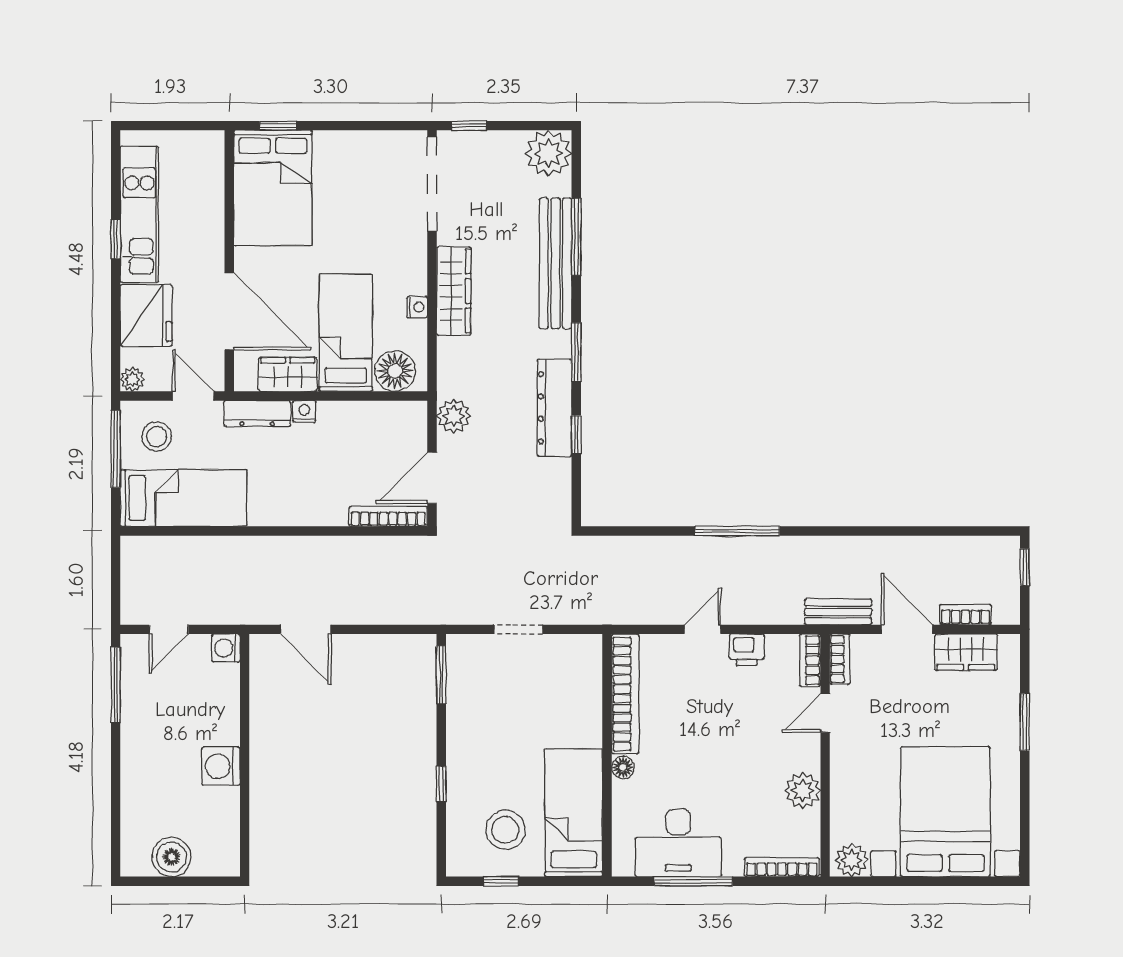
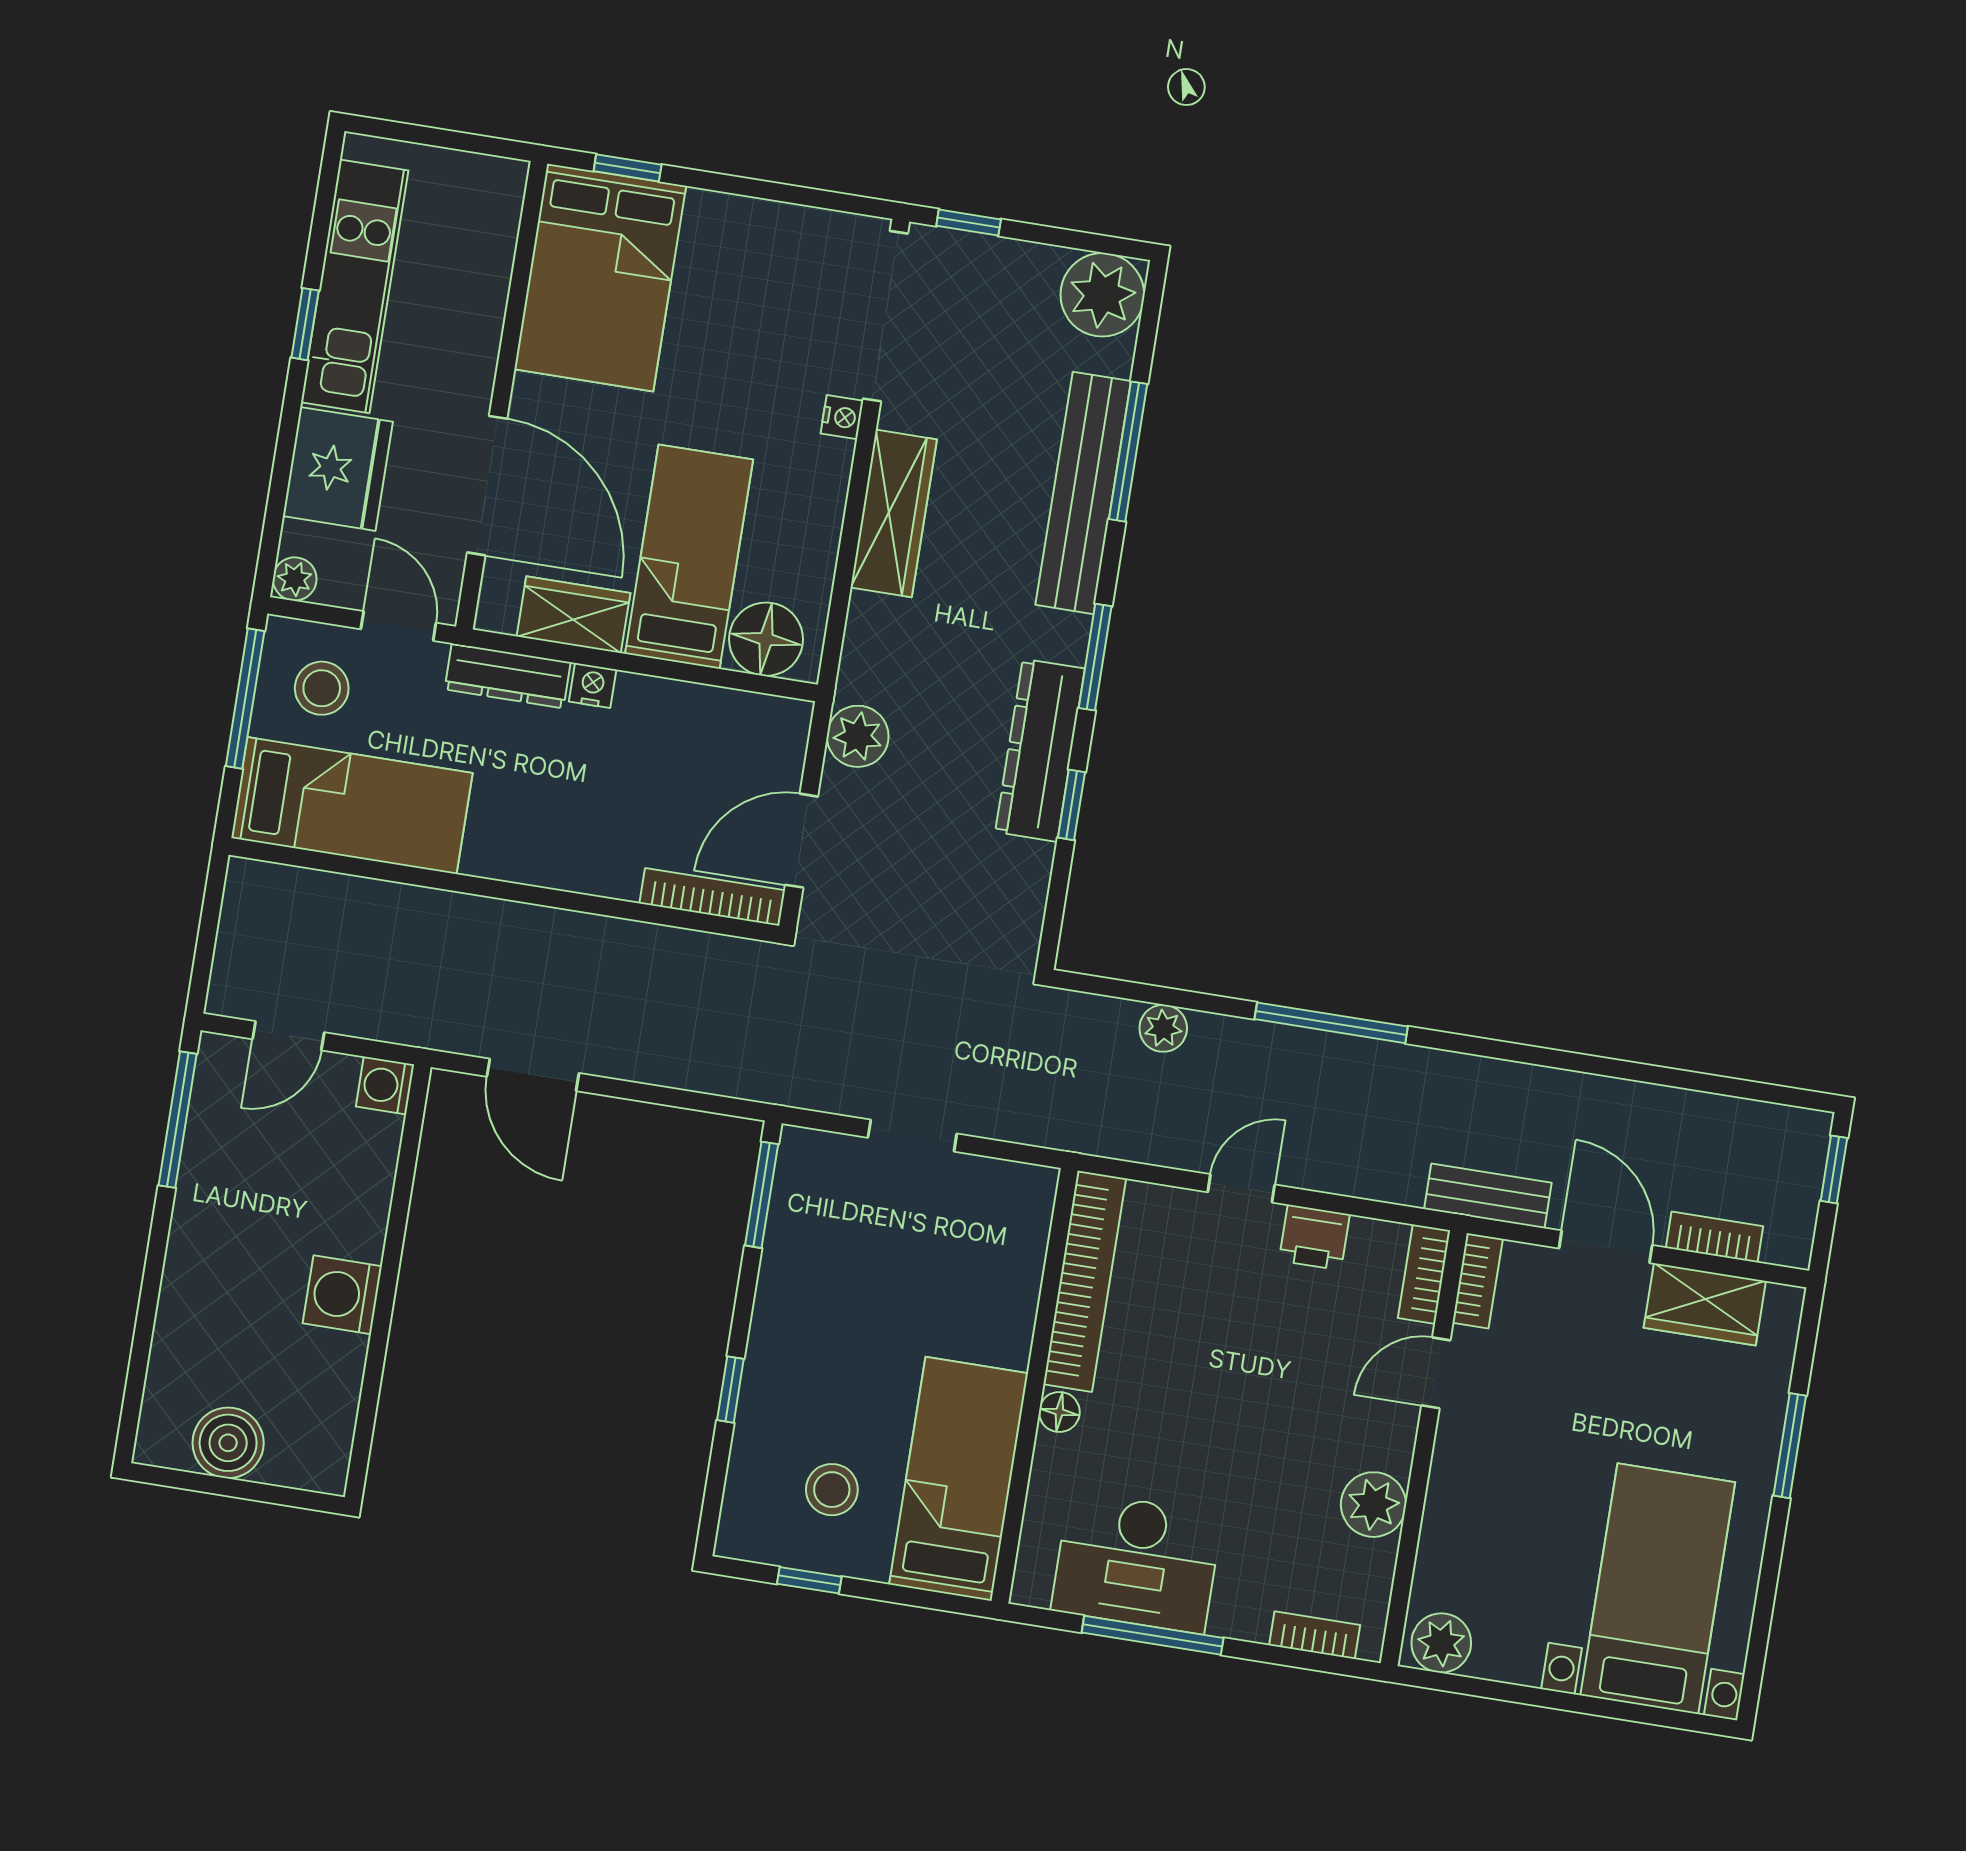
nightstand: (417, 307) -> (842, 417), moved
plant: (646, 549) -> (1163, 1028), added
bed with nightstands: (945, 812) -> (1658, 1589), width x0.73
stool: (505, 830) -> (832, 1490), width x0.73, depth x0.73
bookcase: (782, 867) -> (1315, 1635), width x0.64

